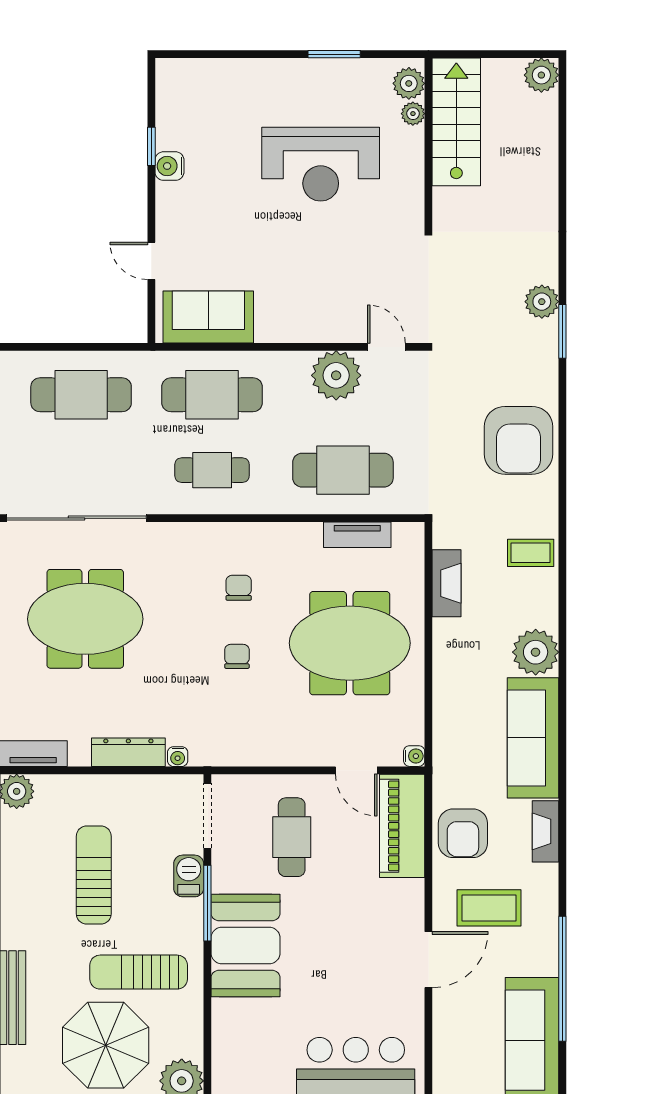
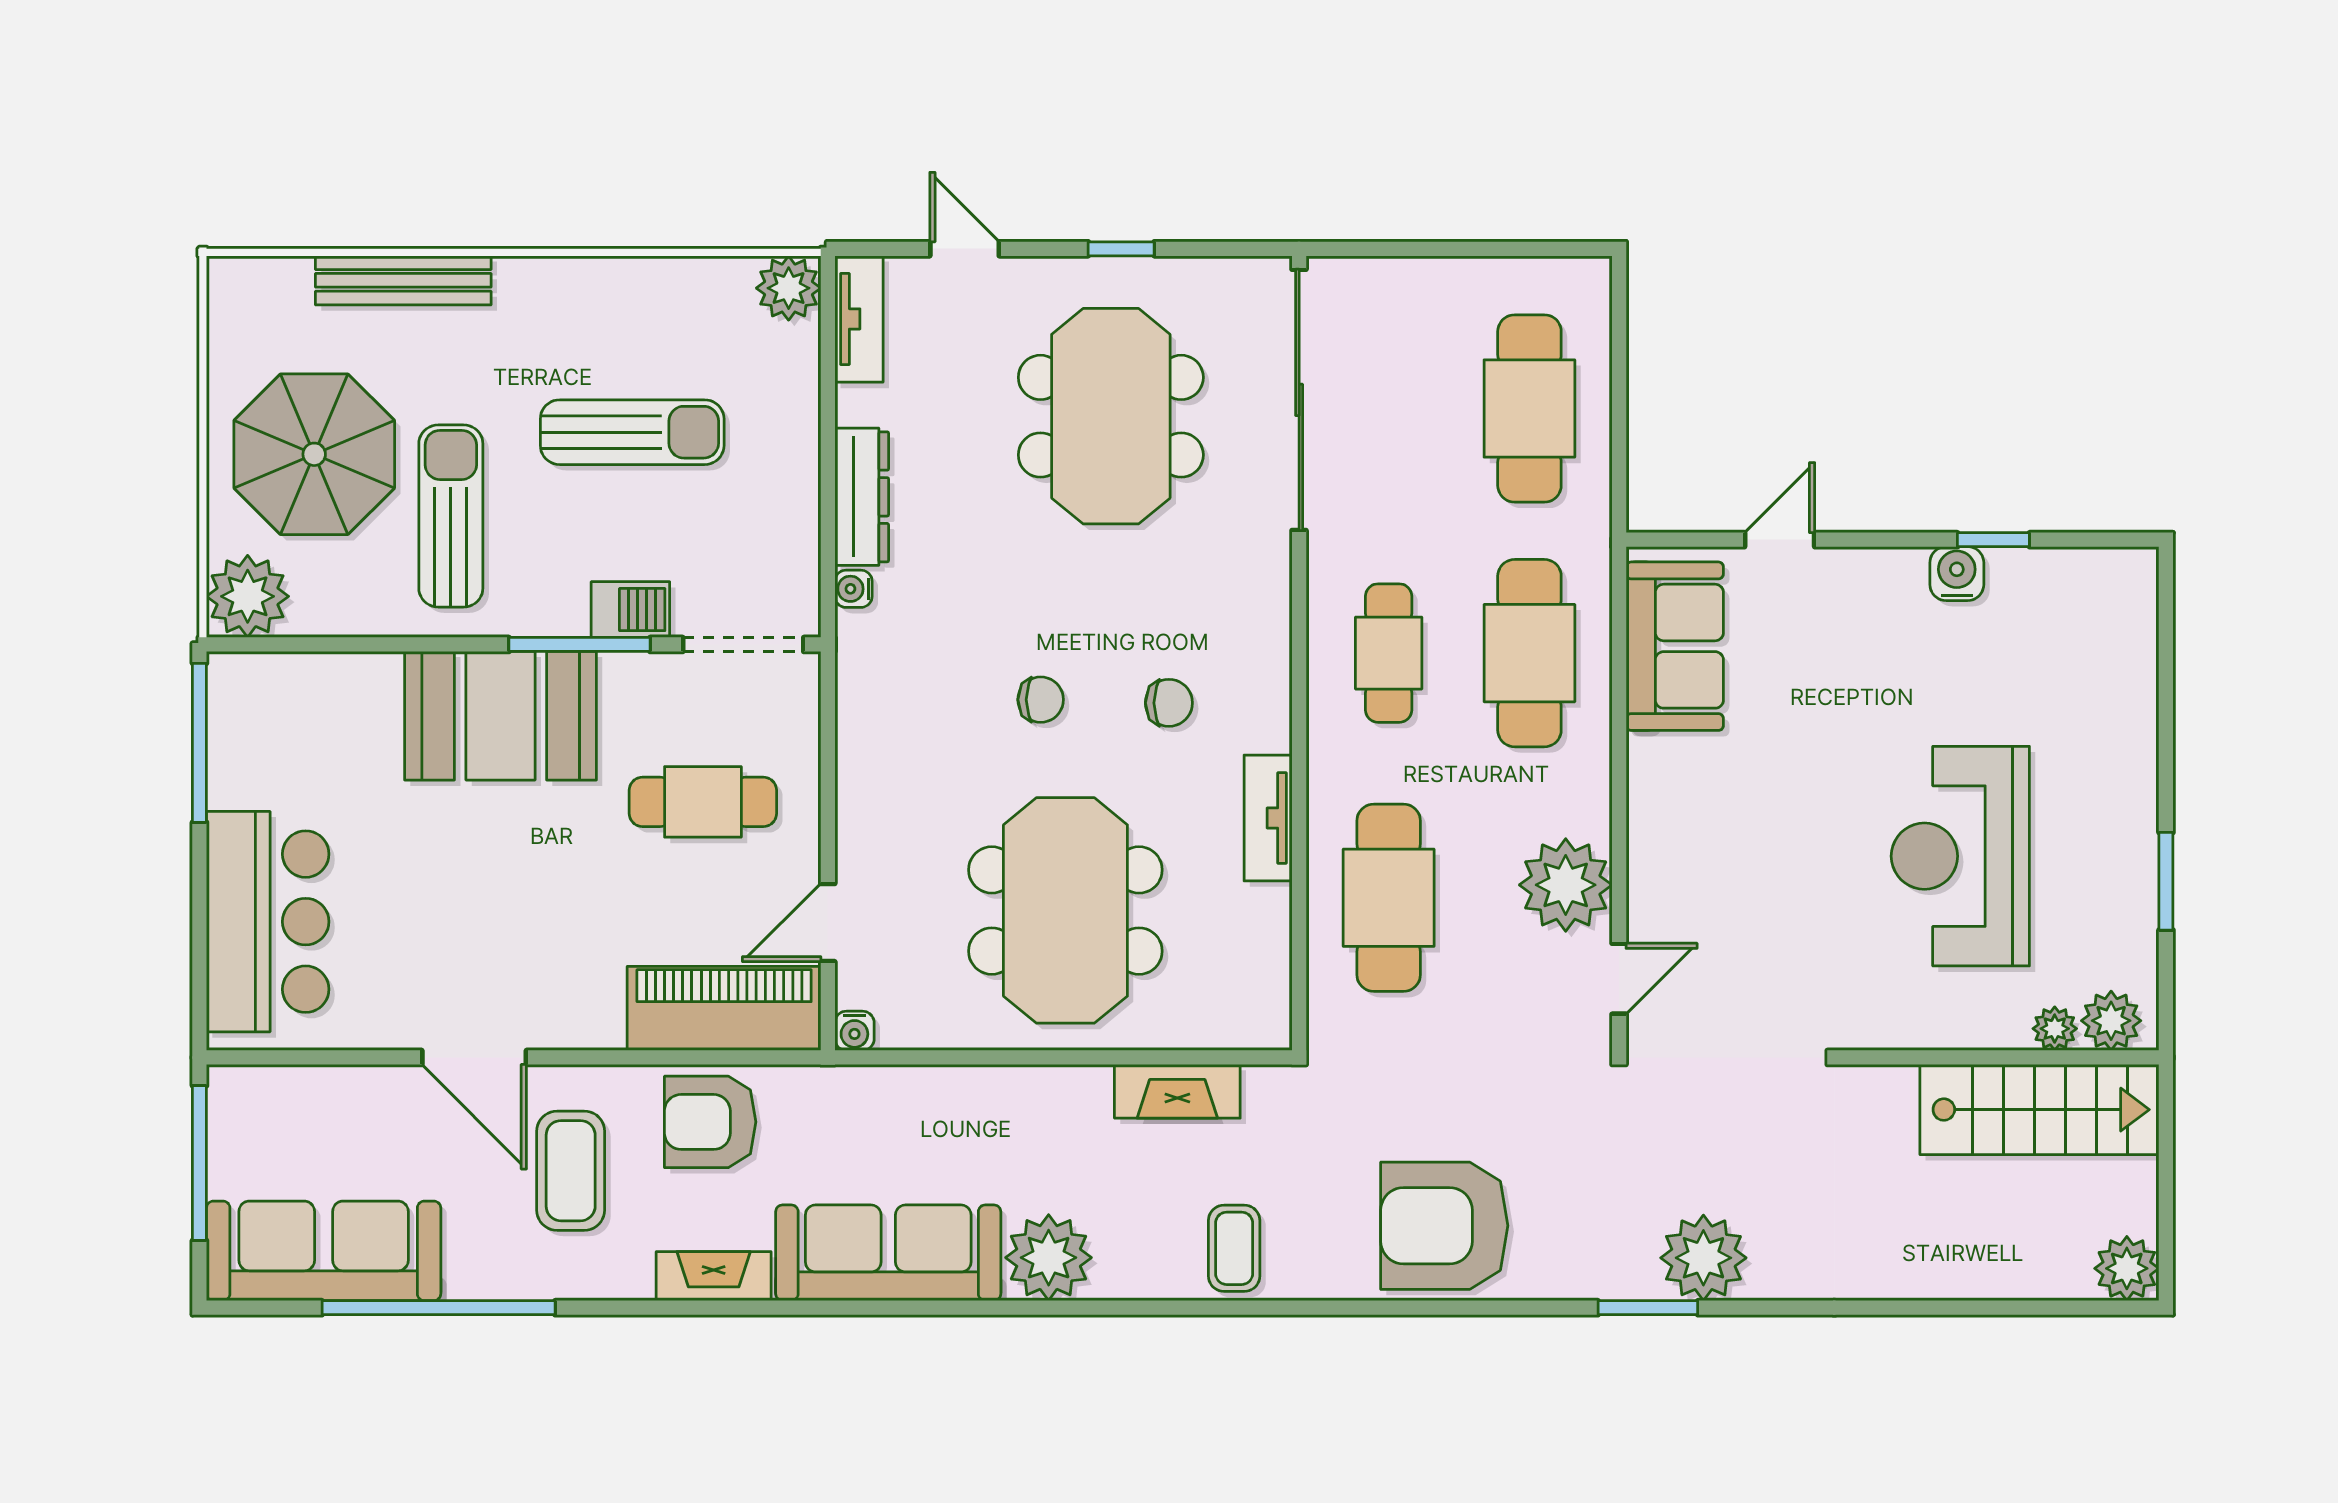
plant: (542, 302) -> (1703, 1258), width x1.36, depth x1.36
tv unit: (357, 535) -> (1268, 818), moved

